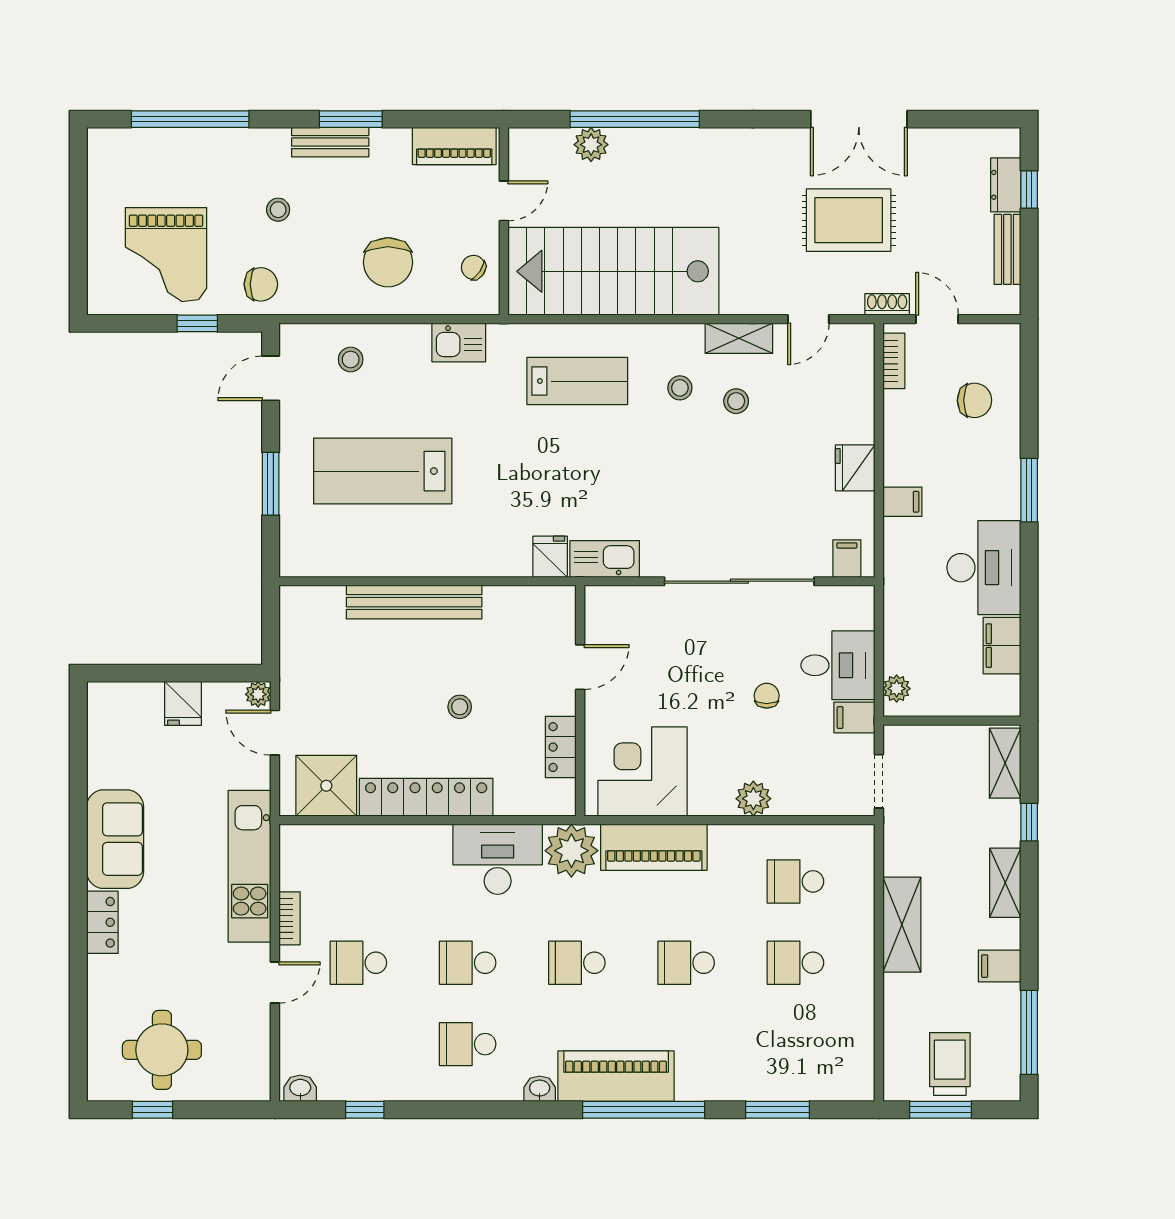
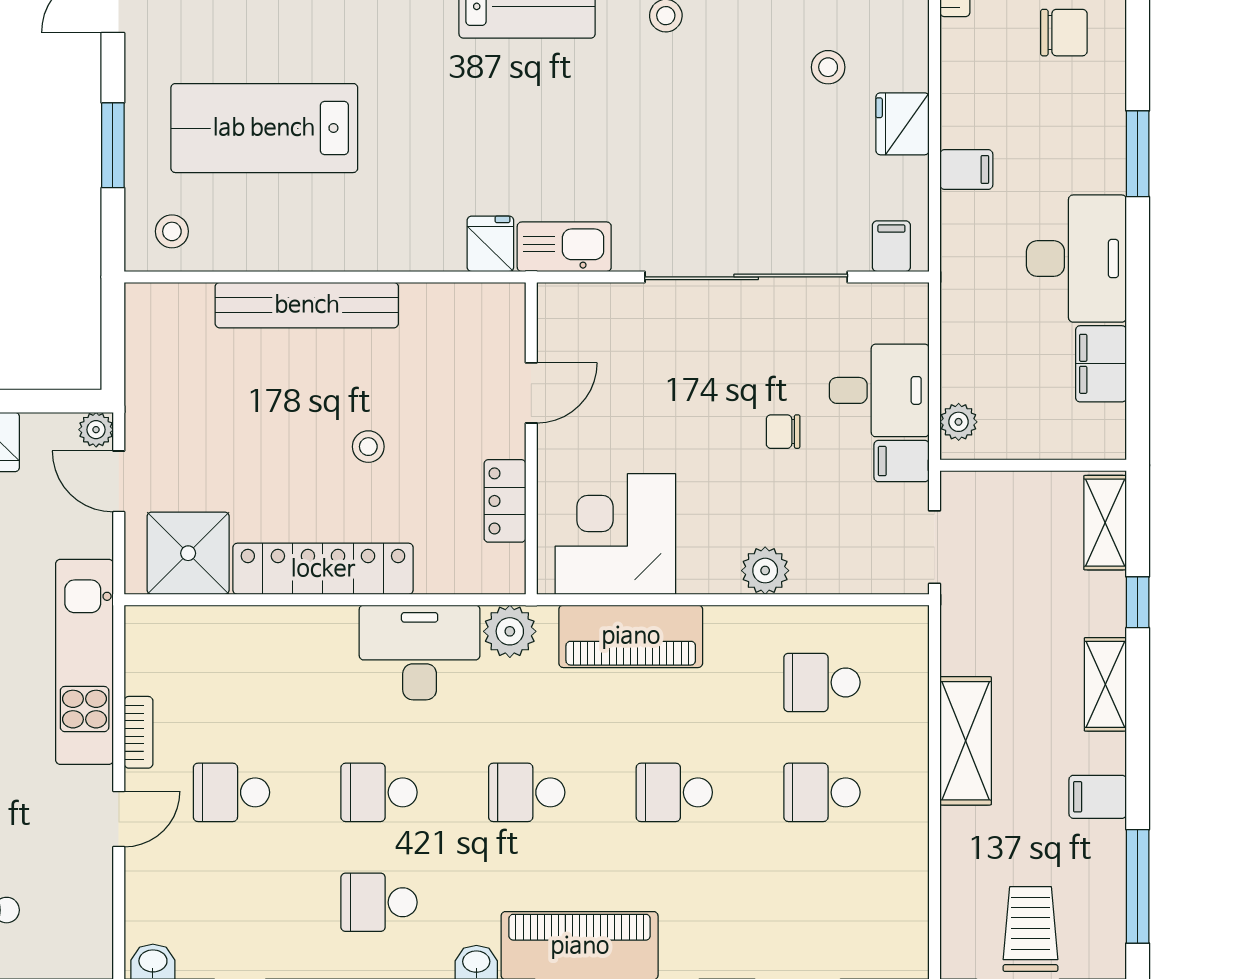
stool: (736, 401) -> (828, 67), moved
stool: (314, 548) -> (172, 231), added
chair: (767, 696) -> (783, 432), turned -90
plant: (571, 851) -> (510, 631), width x0.73, depth x0.73

